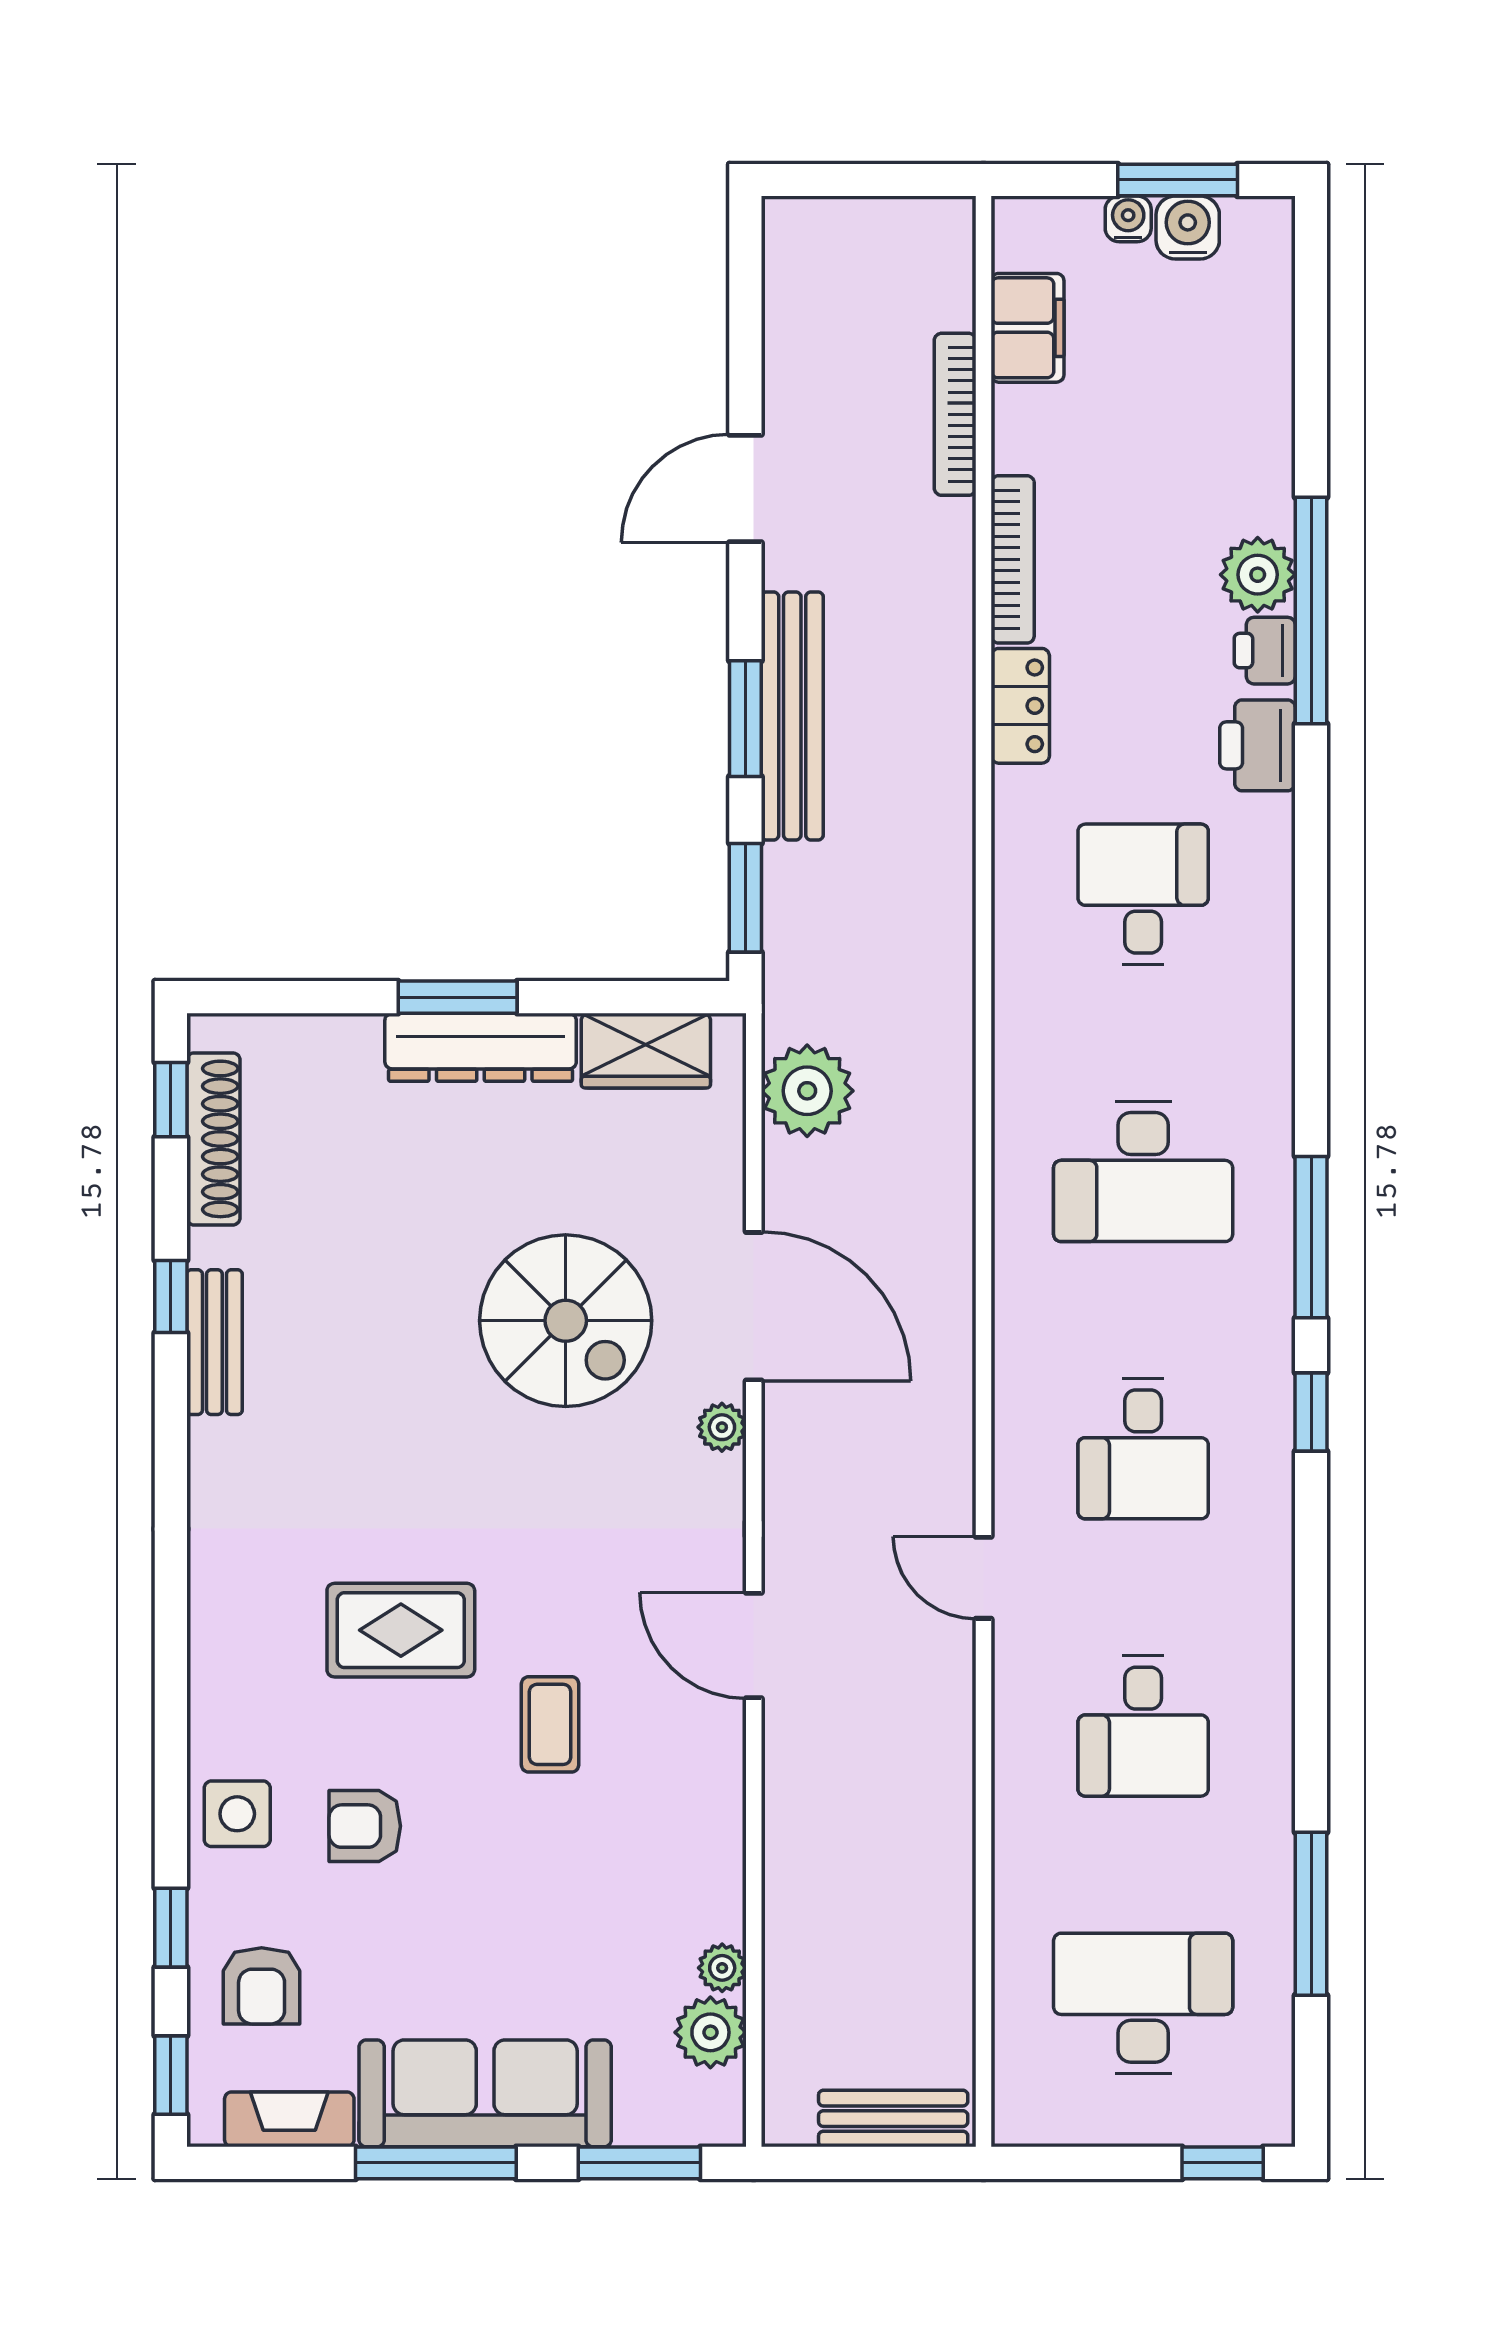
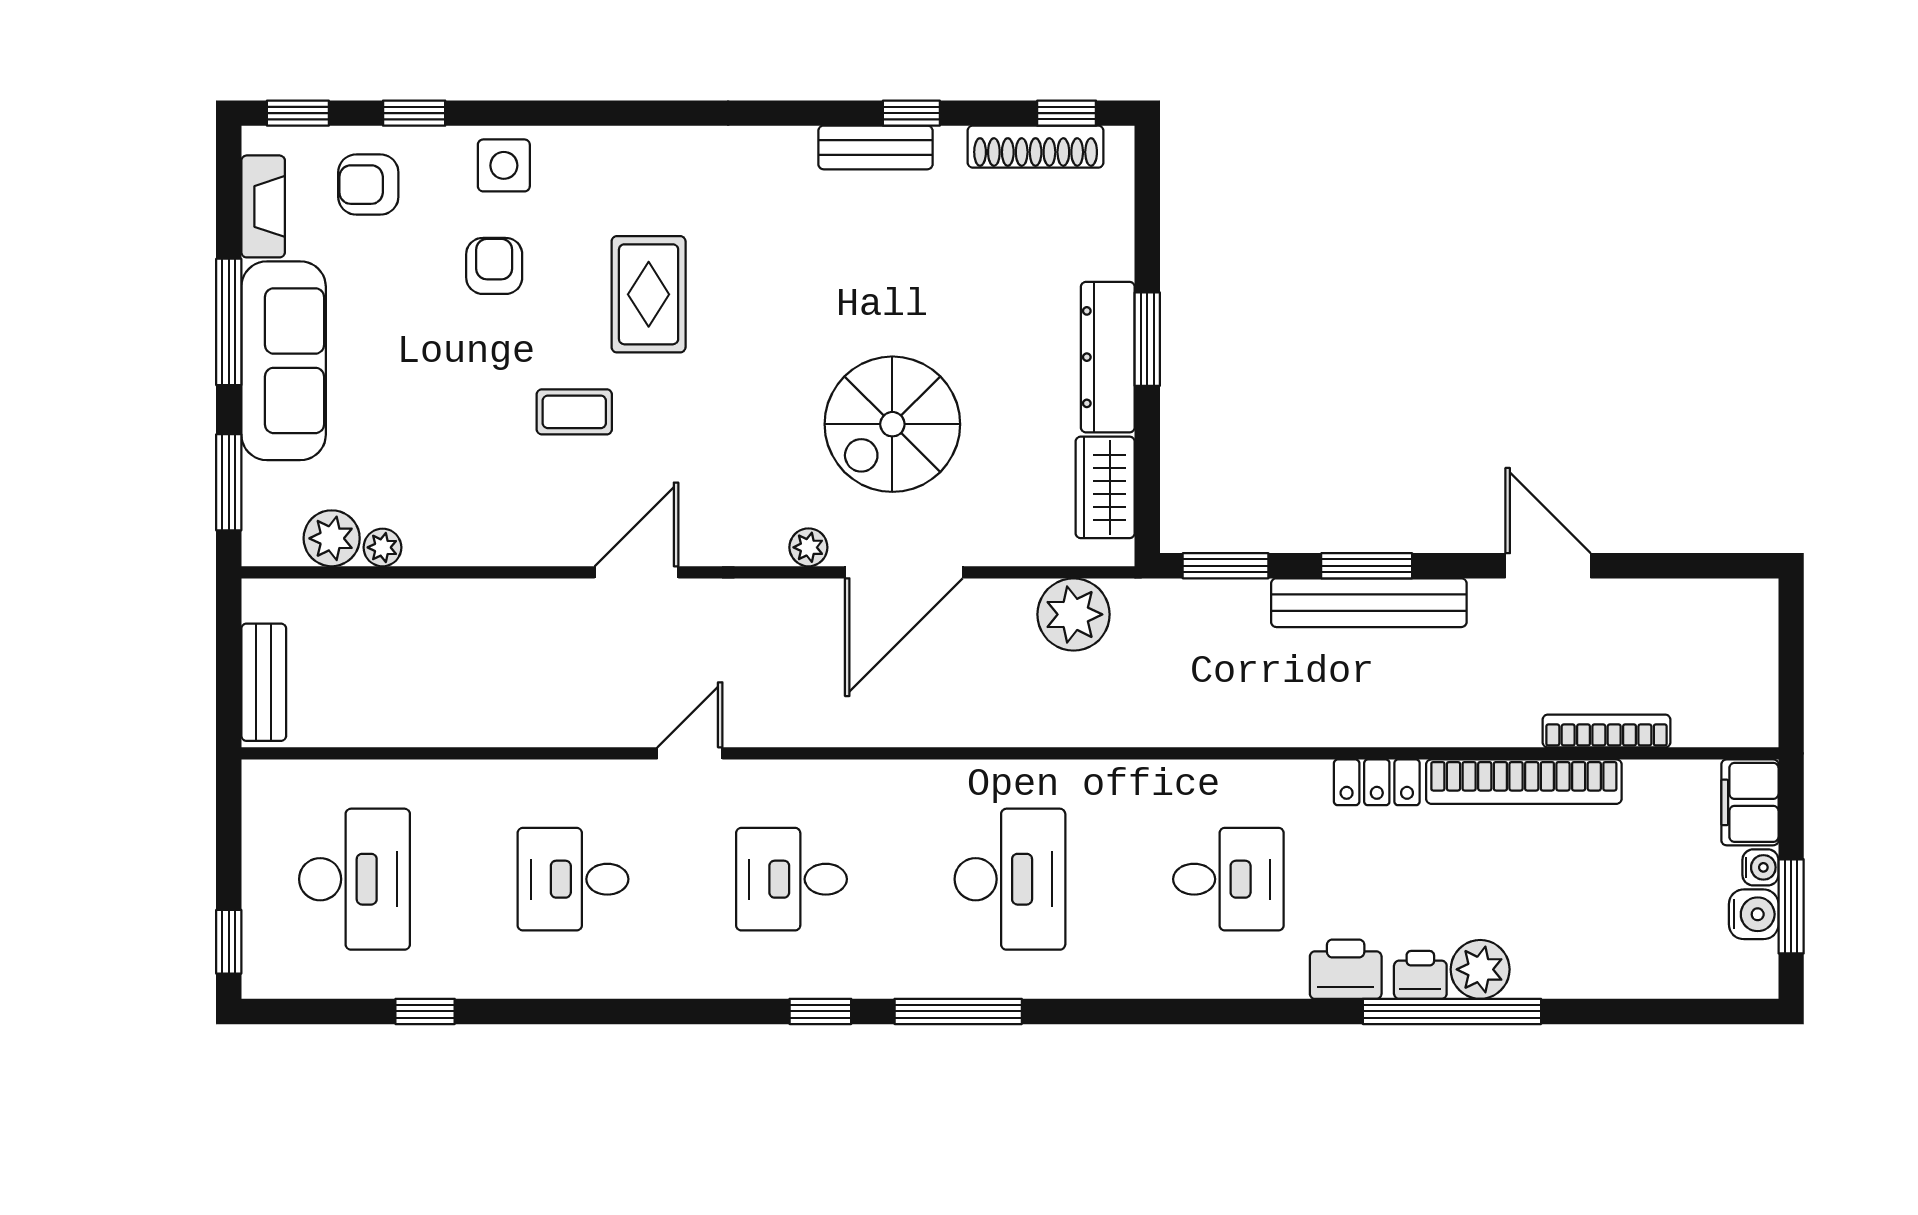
filing cabinet: (1028, 328) -> (1750, 802), moved, turned 90
bookcase: (1013, 559) -> (1524, 782), width x1.48, depth x1.31
desk: (1143, 1171) -> (1010, 879), turned 180
window: (1311, 1914) -> (425, 1011), width x0.46

